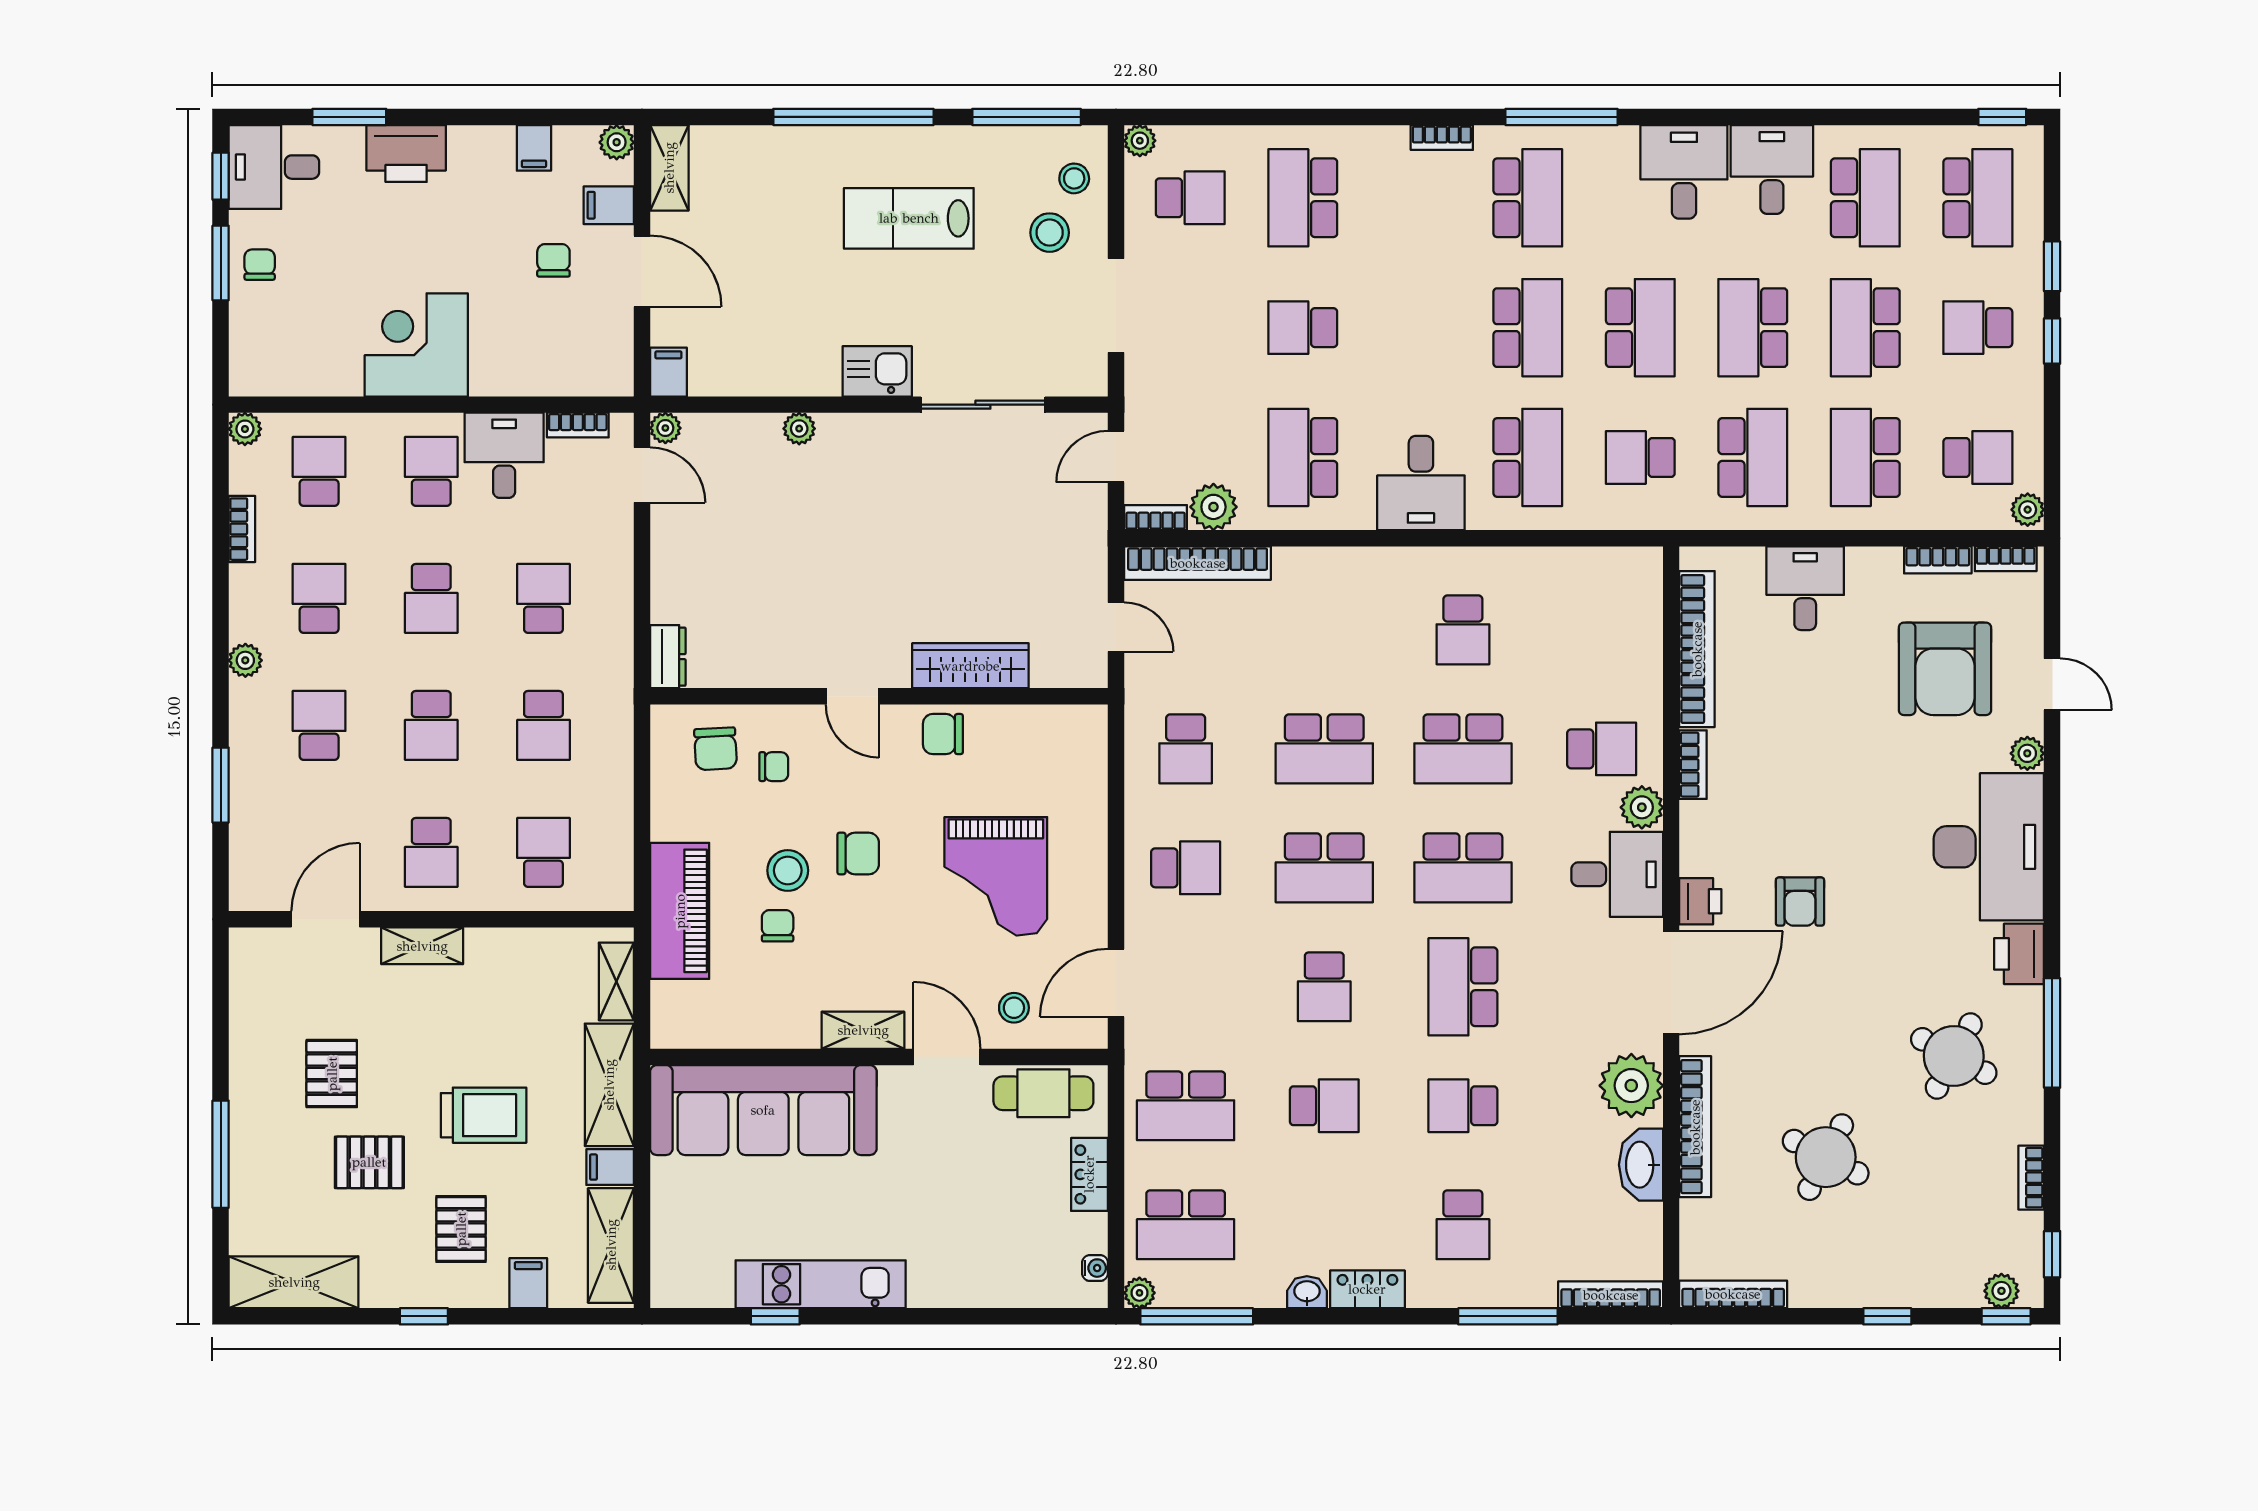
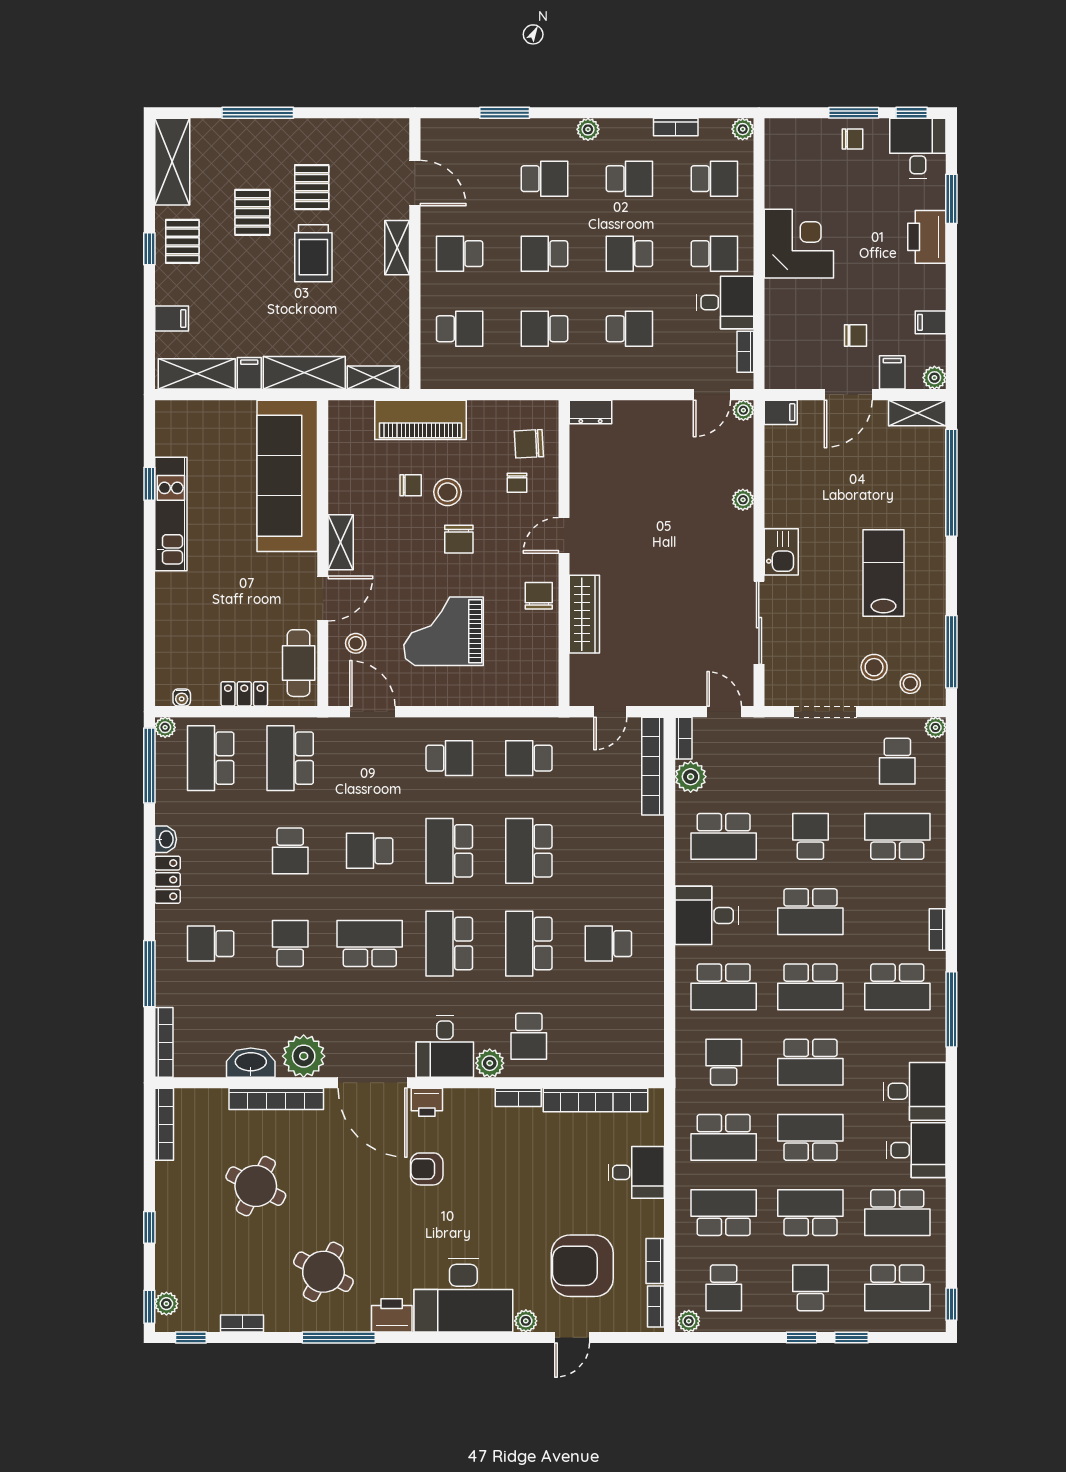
window: (853, 117) -> (951, 483), moved
school desk: (1415, 328) -> (810, 912), added
school desk: (1303, 457) -> (724, 836), turned 180
school desk: (1186, 868) -> (449, 758), turned -90
pallet: (332, 1074) -> (312, 187), turned 90
trolley: (484, 1115) -> (313, 253), moved
pallet: (461, 1229) -> (182, 241), moved, turned 90

